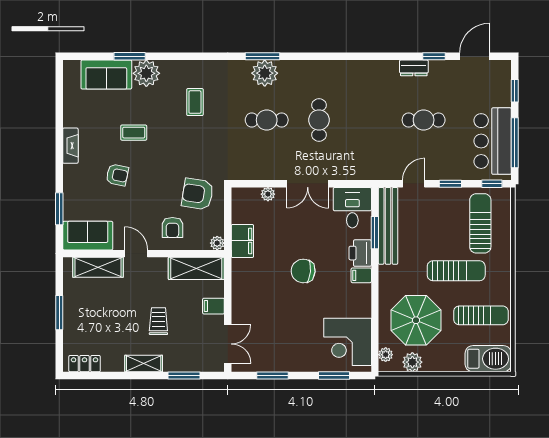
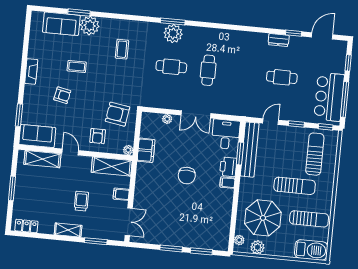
chair: (303, 271) -> (187, 176), turned -95
corner desk: (348, 342) -> (213, 228), removed
window: (273, 376) -> (171, 248), moved

